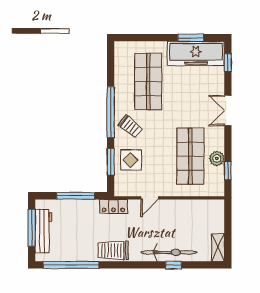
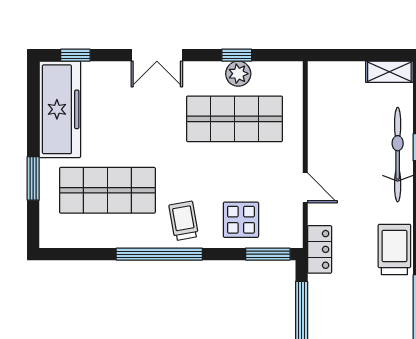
window: (191, 38) -> (33, 178), moved
trolley: (130, 126) -> (184, 221), turned -49
window: (111, 162) -> (268, 254), moved
window: (228, 171) -> (237, 55), moved
trolley: (113, 250) -> (394, 249), turned 180

